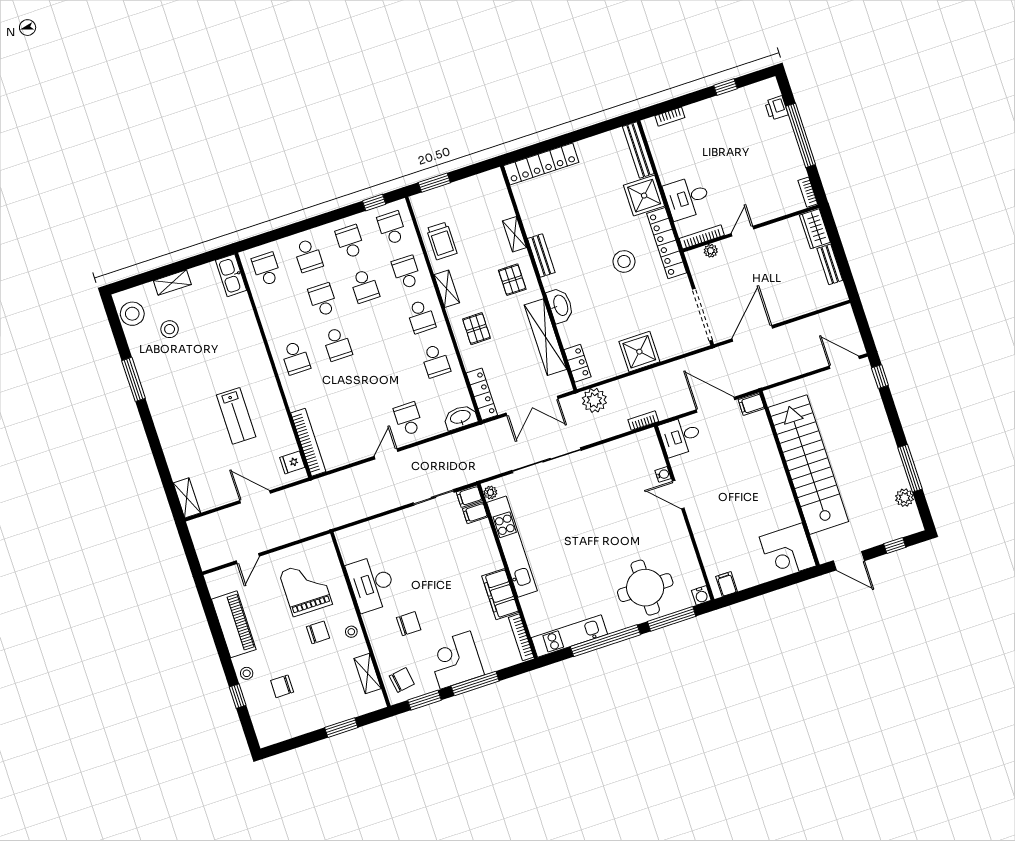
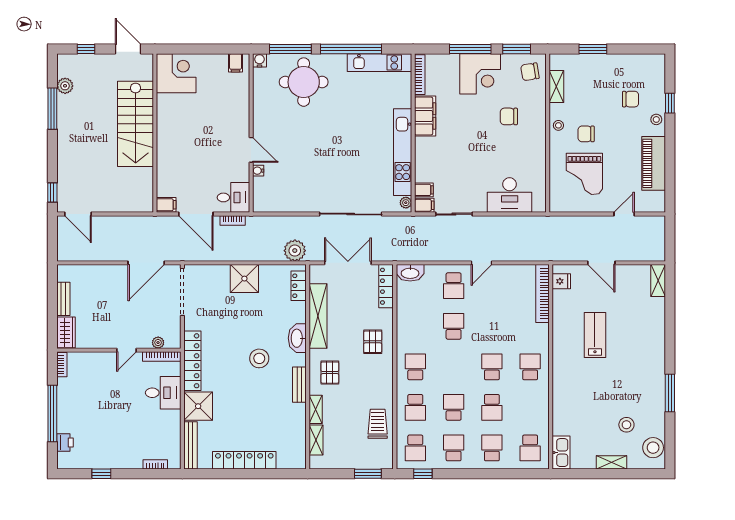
locker: (541, 164) -> (244, 460), moved
school desk: (350, 242) -> (454, 448), turned 180
stool: (624, 261) -> (259, 358), moved
shelving: (447, 289) -> (316, 440), moved
school desk: (436, 361) -> (454, 326), moved
bookcase: (643, 421) -> (233, 221), moved
stairs: (808, 465) -> (136, 124), width x0.73
desk: (372, 584) -> (510, 195), moved, turned 90

